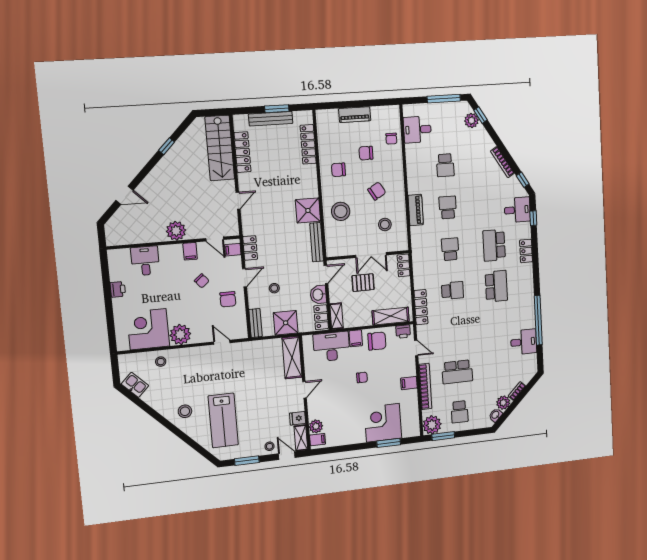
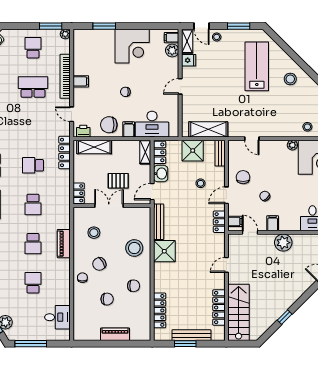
chair: (391, 139) -> (82, 278), moved
plant: (180, 335) -> (292, 145), width x0.53, depth x0.53
shelving: (292, 358) -> (208, 129), moved, turned 90
corner desk: (383, 423) -> (132, 46), moved
plant: (432, 425) -> (65, 34), width x0.53, depth x0.53

